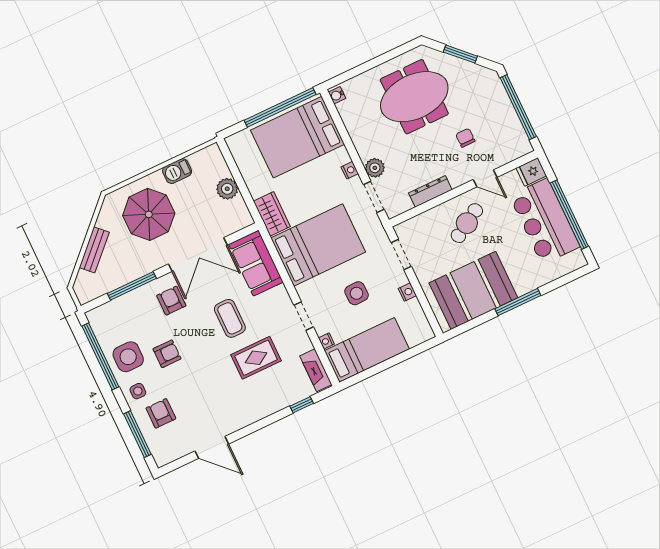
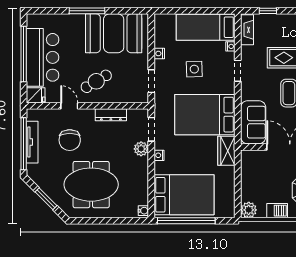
tv unit: (509, 114) -> (32, 142), added
chair: (465, 138) -> (70, 140), width x1.87, depth x1.87
plant: (227, 189) -> (249, 210), moved

